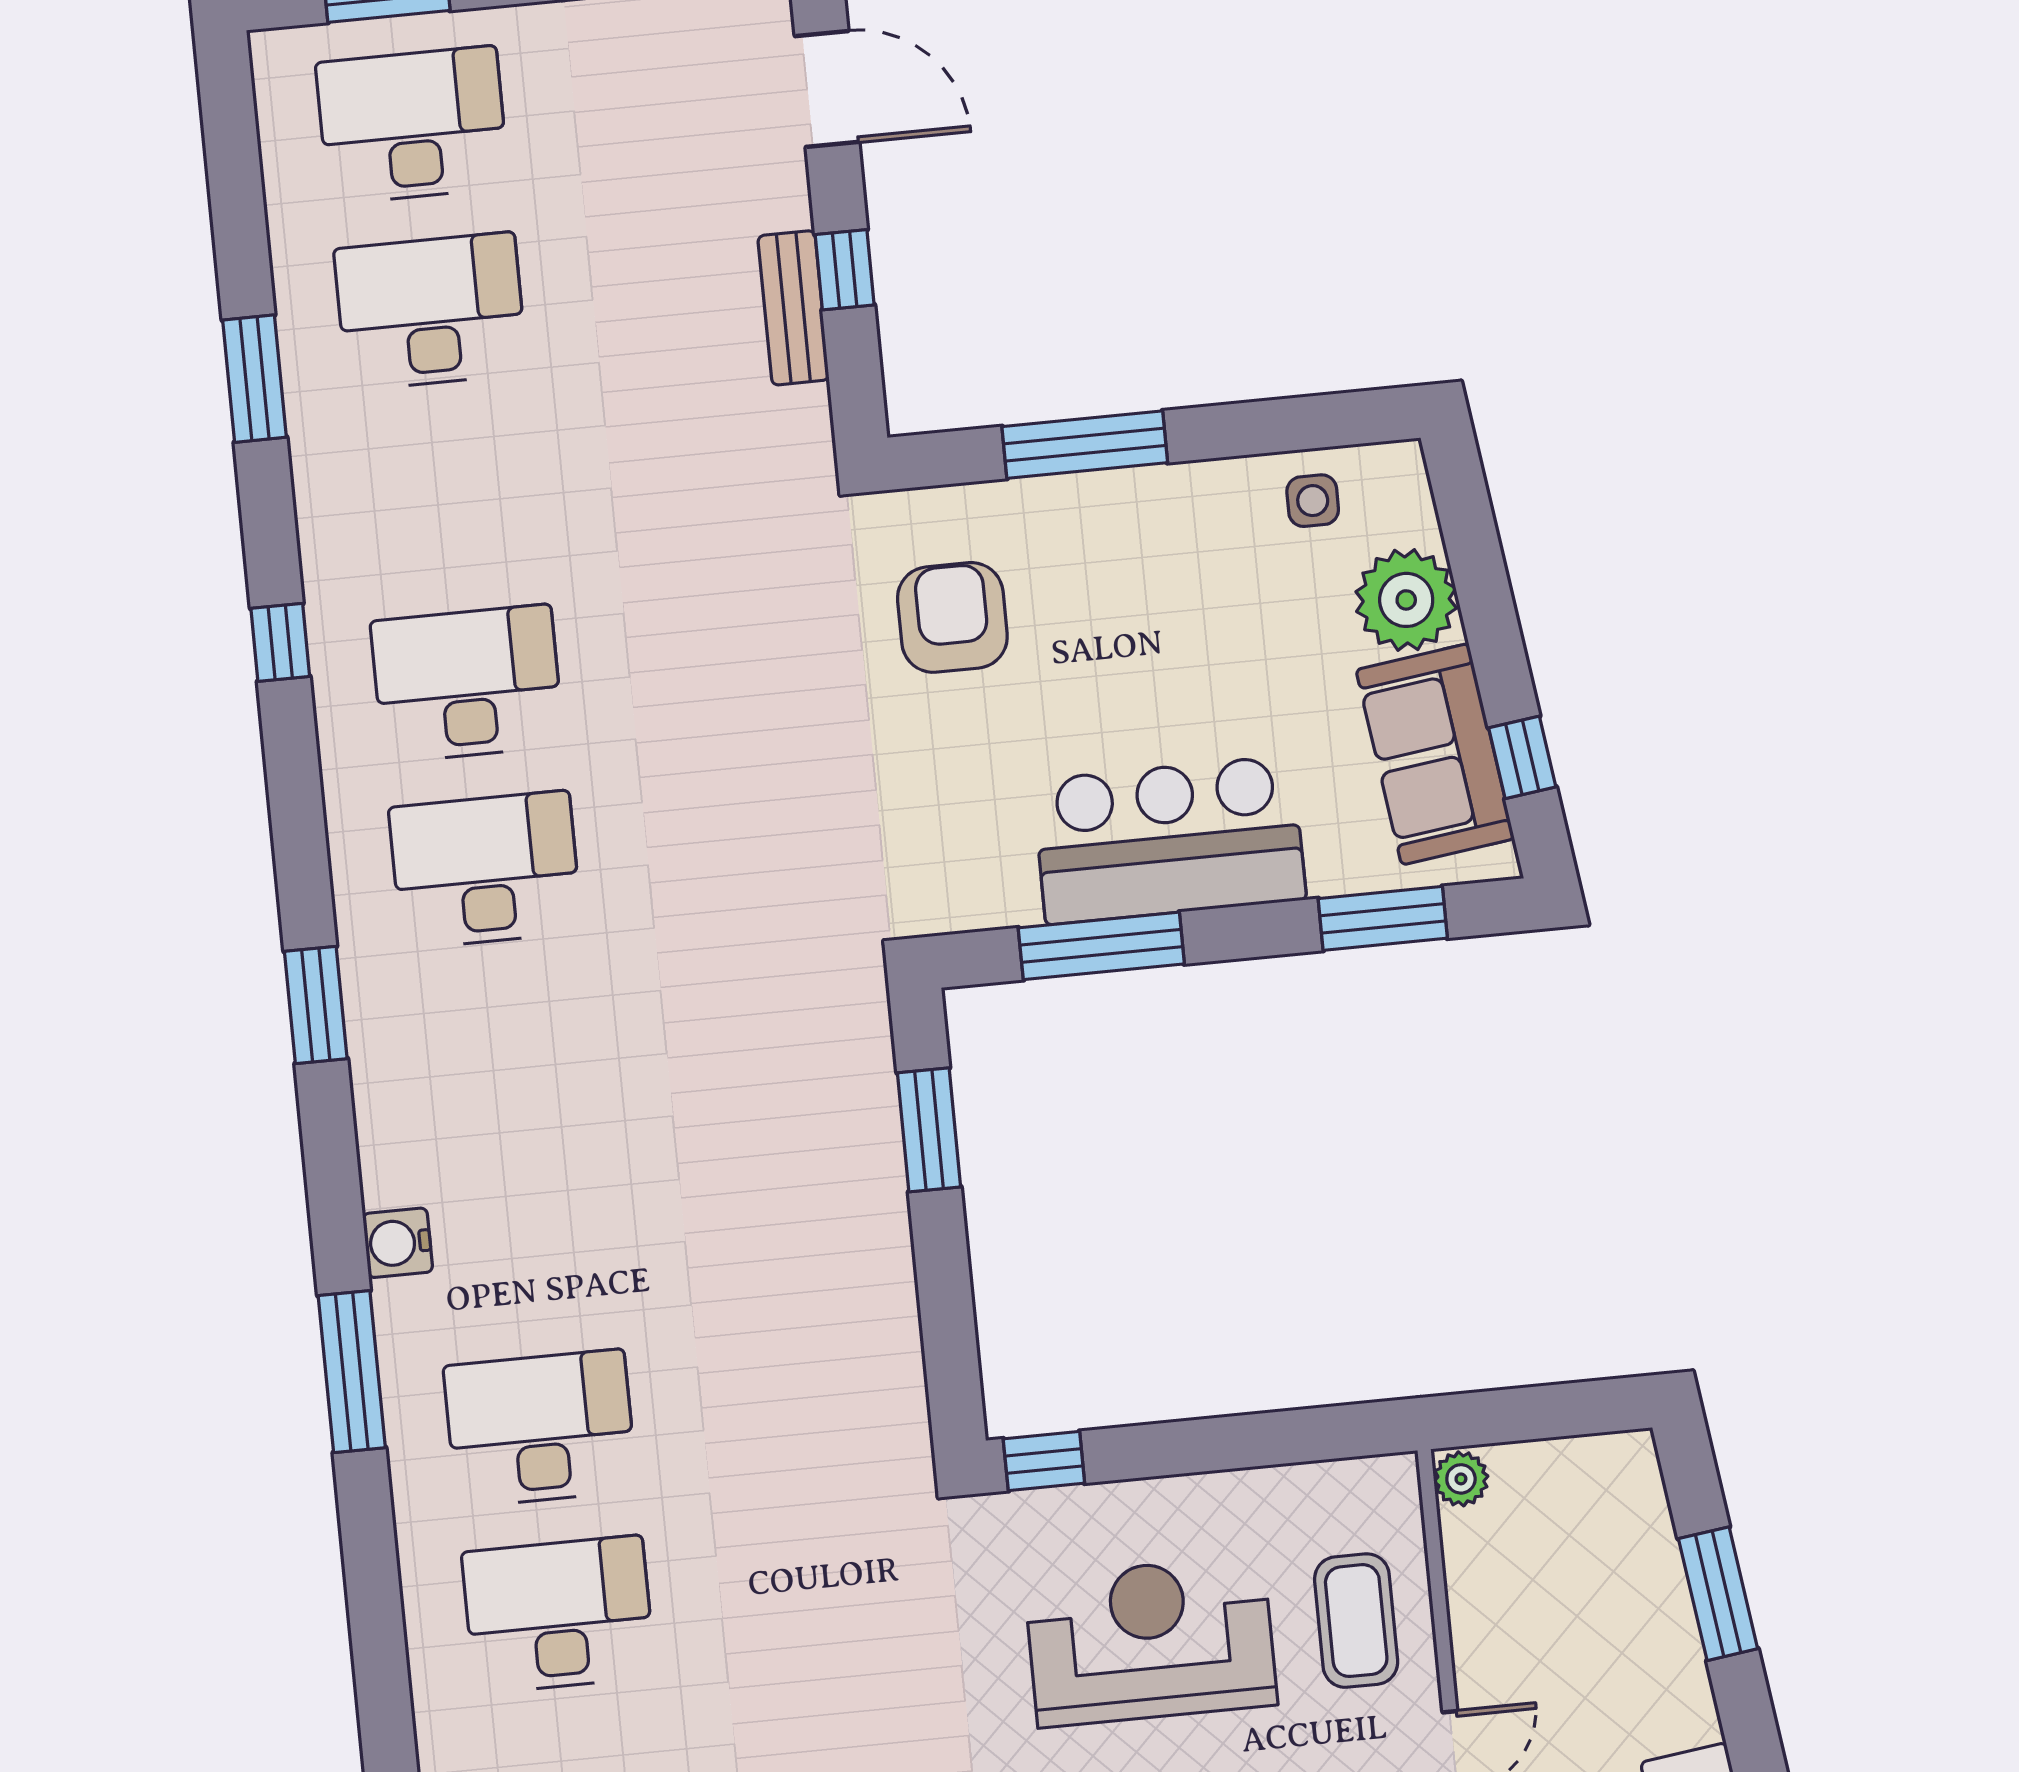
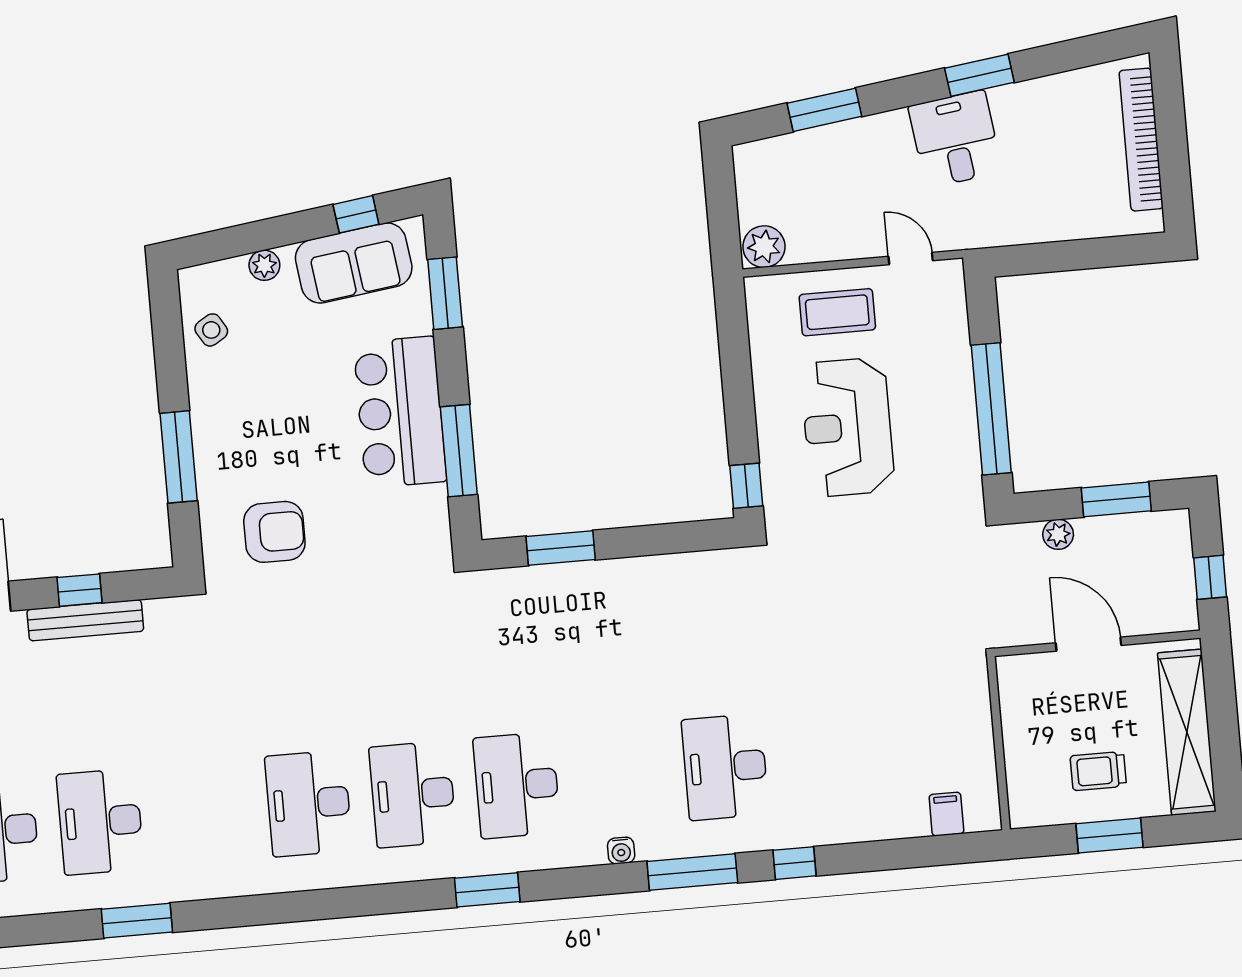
bench: (793, 308) -> (85, 620), width x1.36
side table: (1313, 501) -> (211, 330), turned -31
plant: (1406, 600) -> (264, 265), width x0.53, depth x0.53
armchair: (952, 617) -> (274, 532), turned 180
window: (280, 642) -> (795, 863), moved
water cooler: (398, 1243) -> (621, 851), width x0.72, depth x0.72
plant: (1461, 1479) -> (764, 247), width x1.38, depth x1.38
desk: (558, 1615) -> (517, 785), moved

